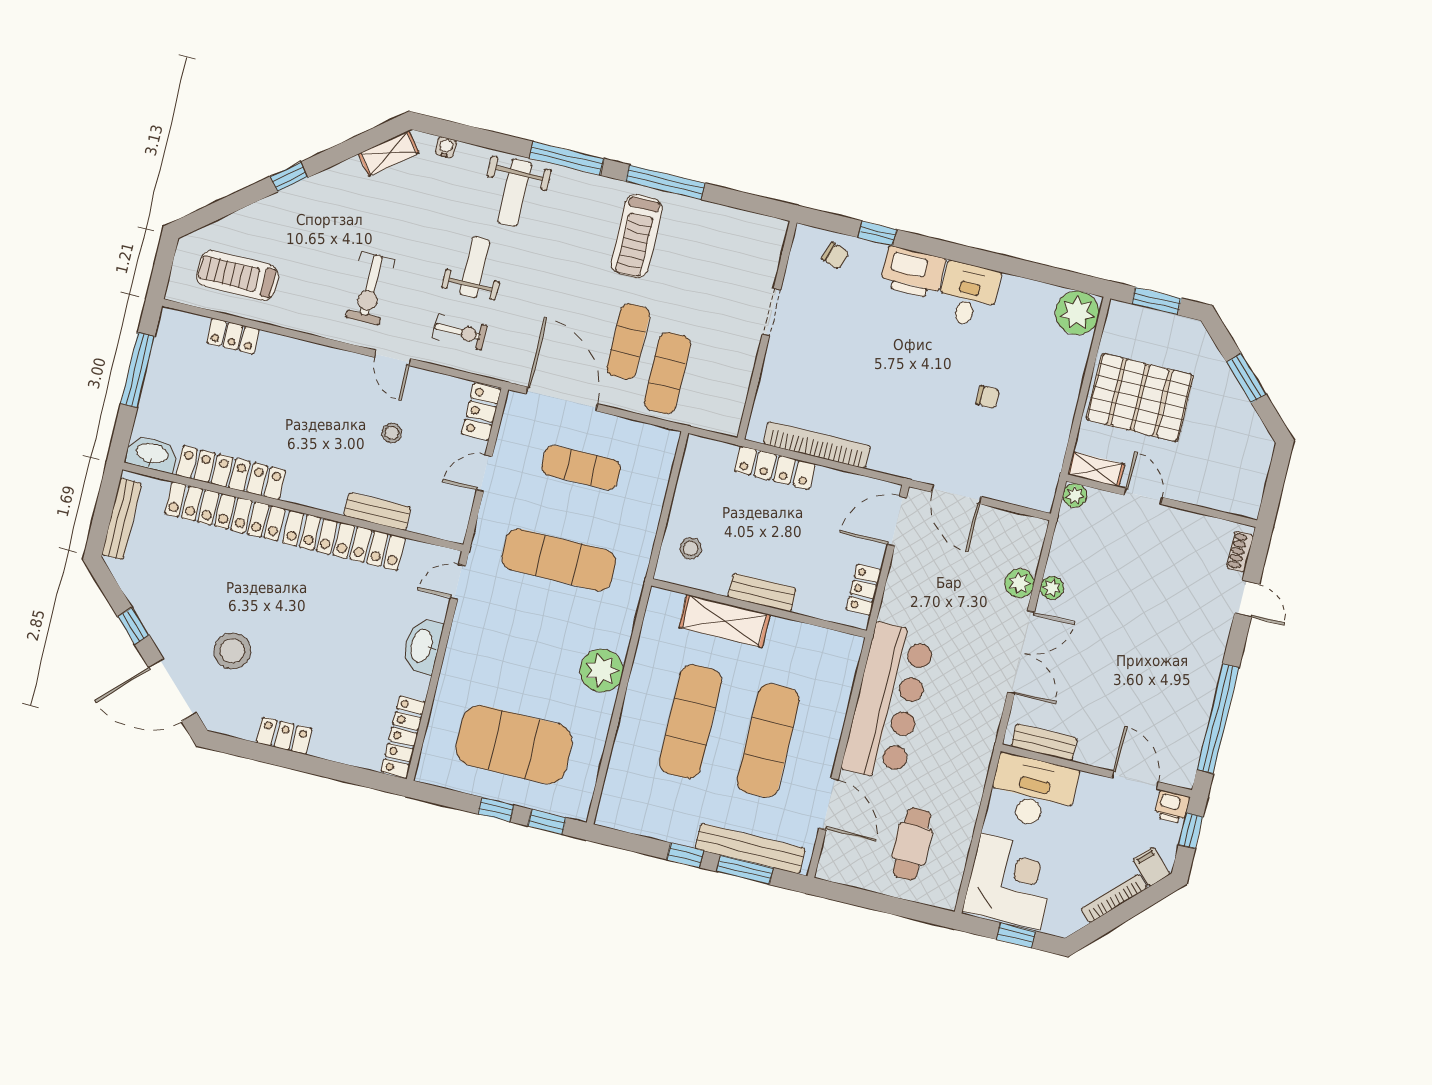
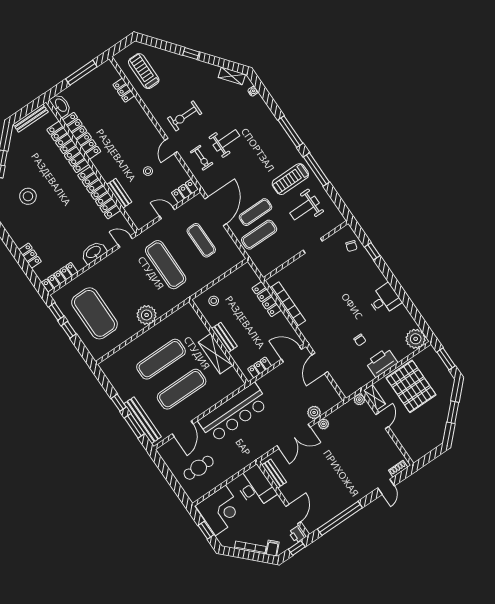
weight bench: (515, 193) -> (304, 208), moved
printer: (913, 272) -> (382, 363), moved, turned 90
shelving: (724, 621) -> (215, 354), moved
locker: (284, 736) -> (30, 256), moved
window: (547, 822) -> (56, 311), moved

